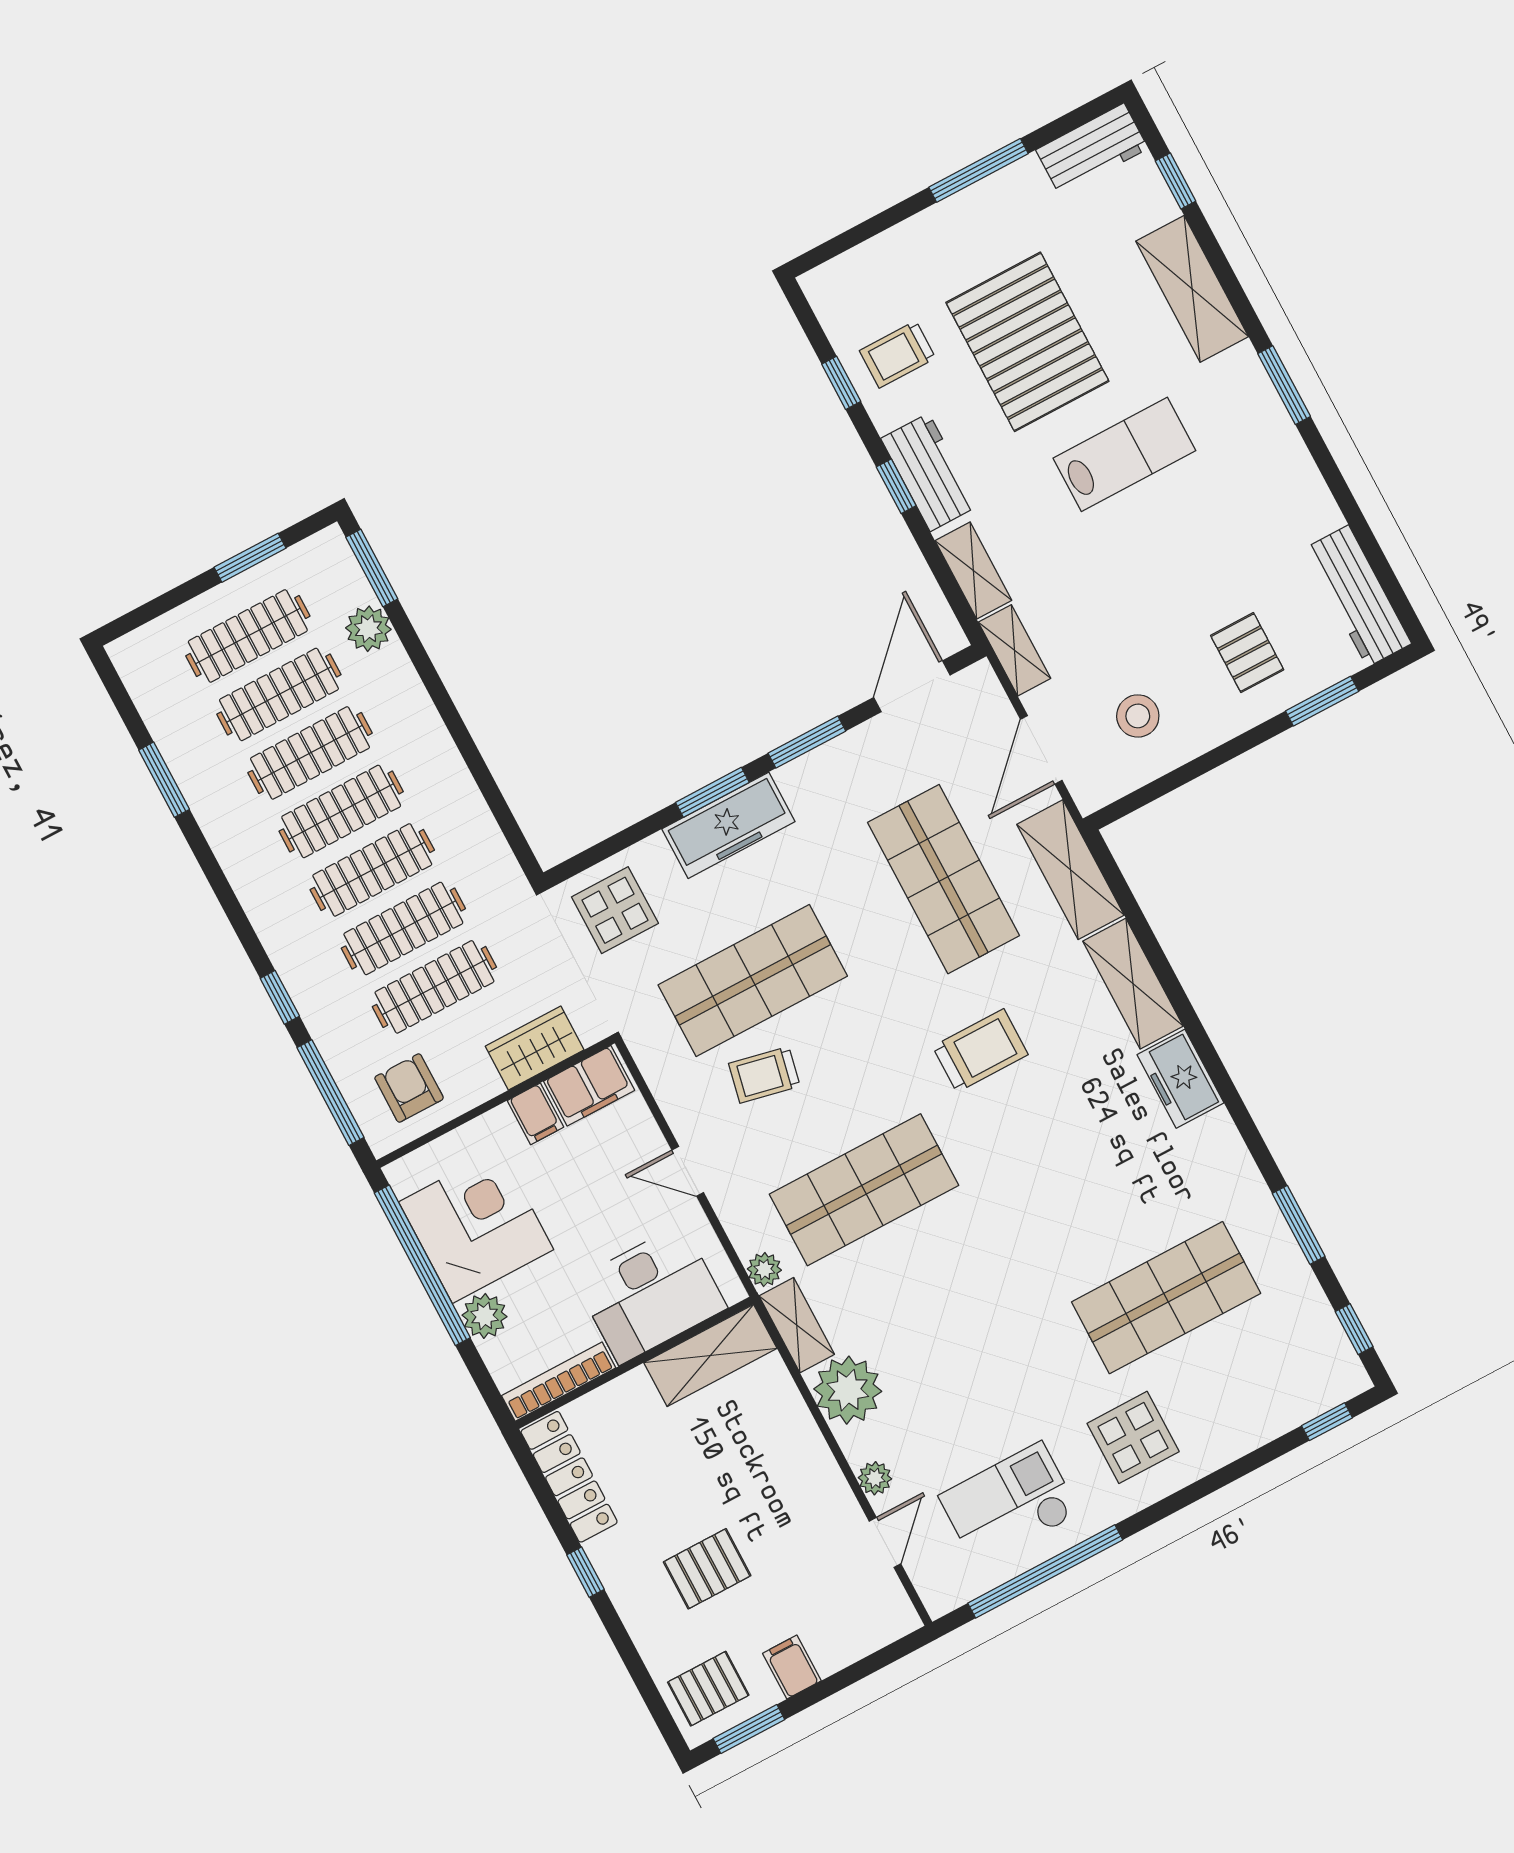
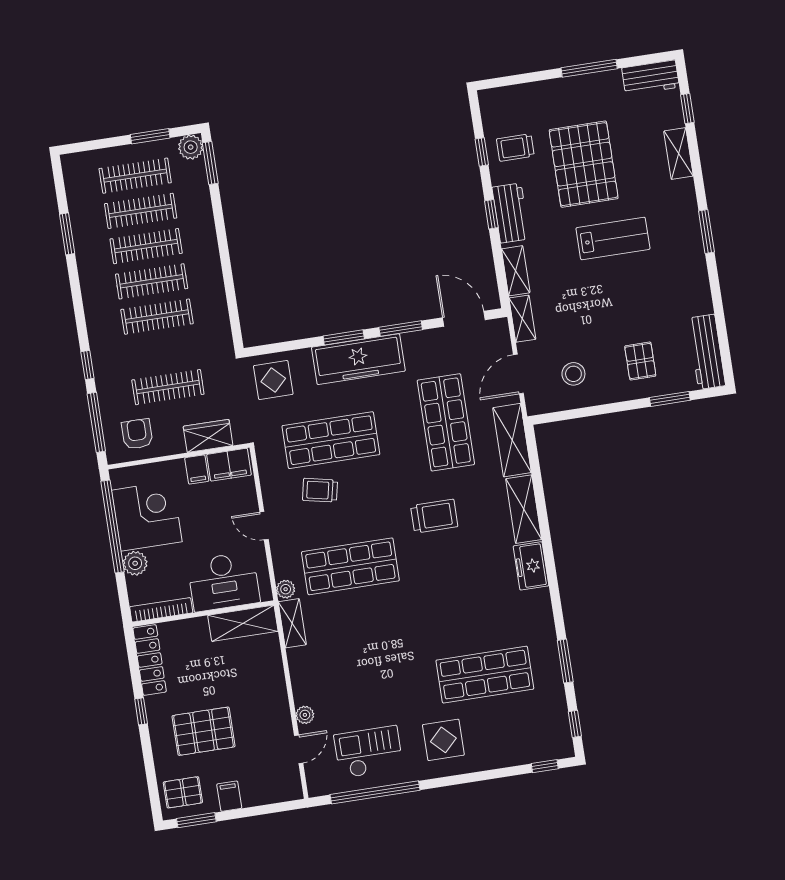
shelving: (1192, 289) -> (678, 154), width x0.67, depth x0.75
plant: (368, 629) -> (191, 147), moved
door: (912, 686) -> (464, 319), hinge flipped
freezer: (728, 825) -> (358, 359), width x1.36, depth x1.26
clothes rail: (403, 928) -> (162, 352), removed
plant: (848, 1390) -> (307, 665), removed
pallet: (707, 1569) -> (204, 731), width x1.50, depth x1.42

